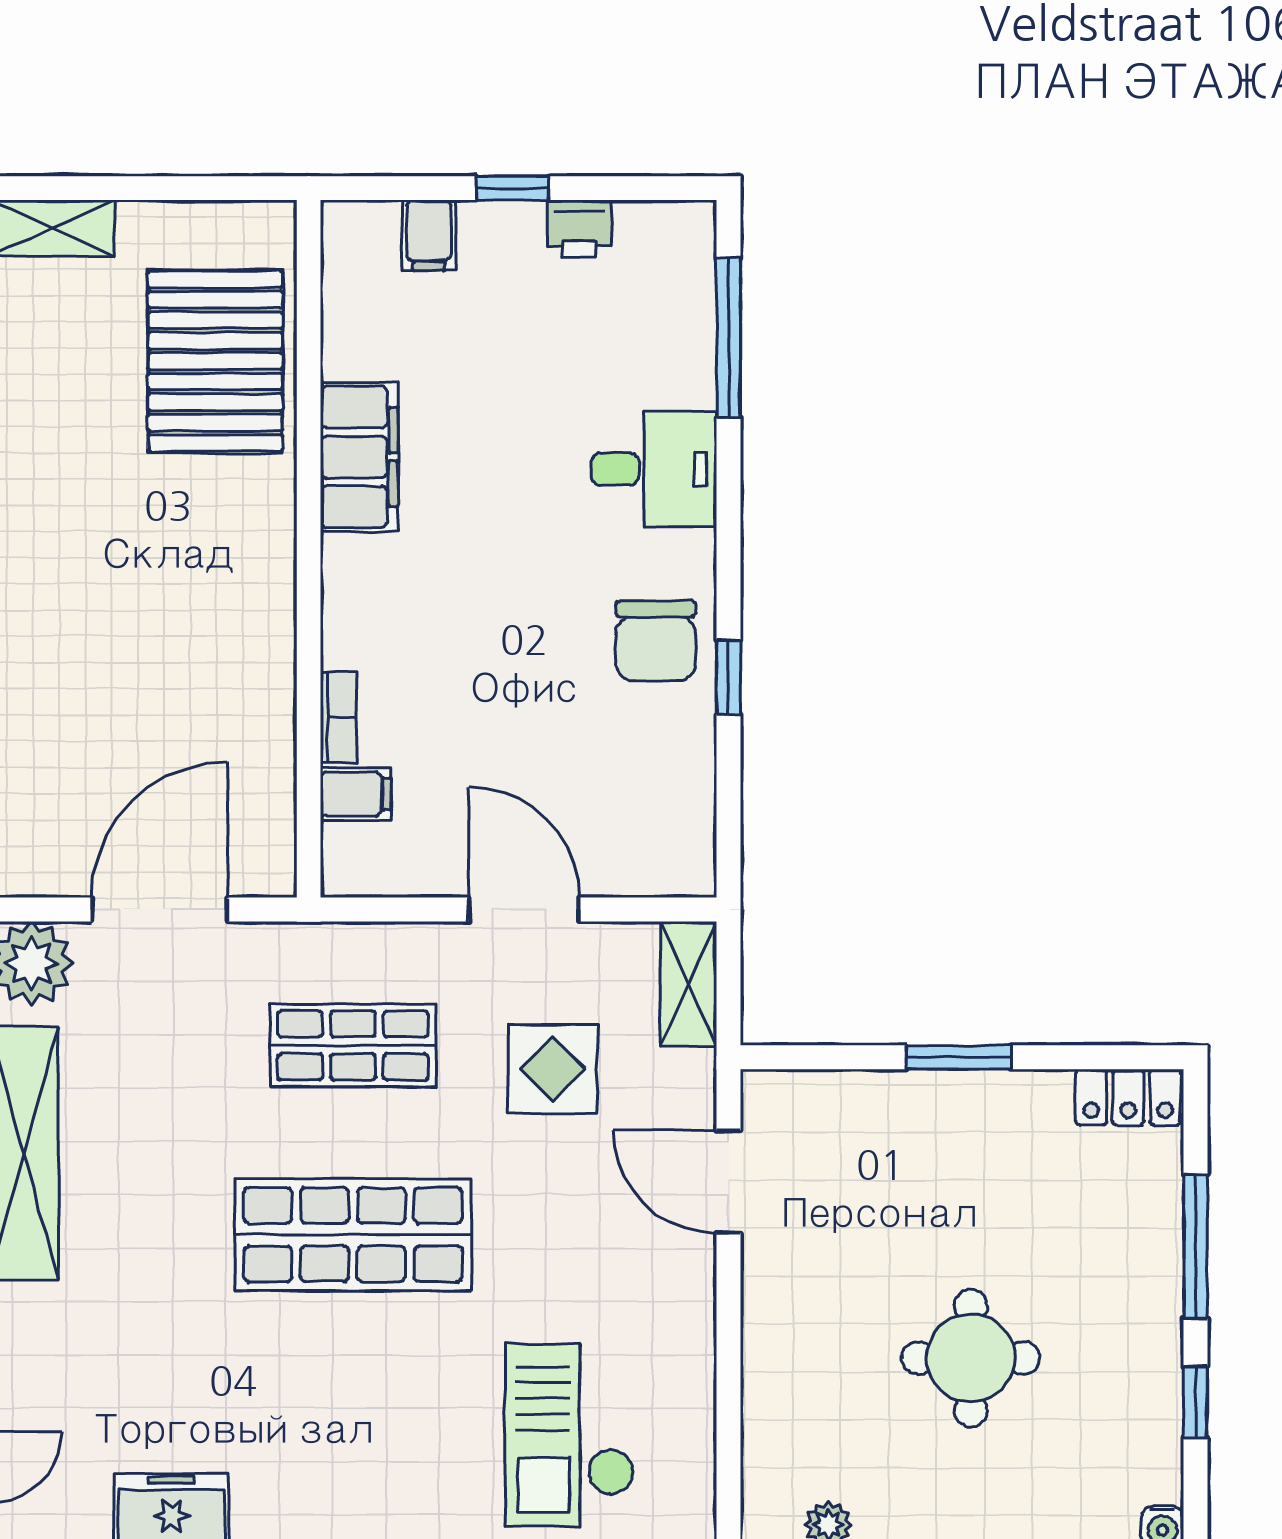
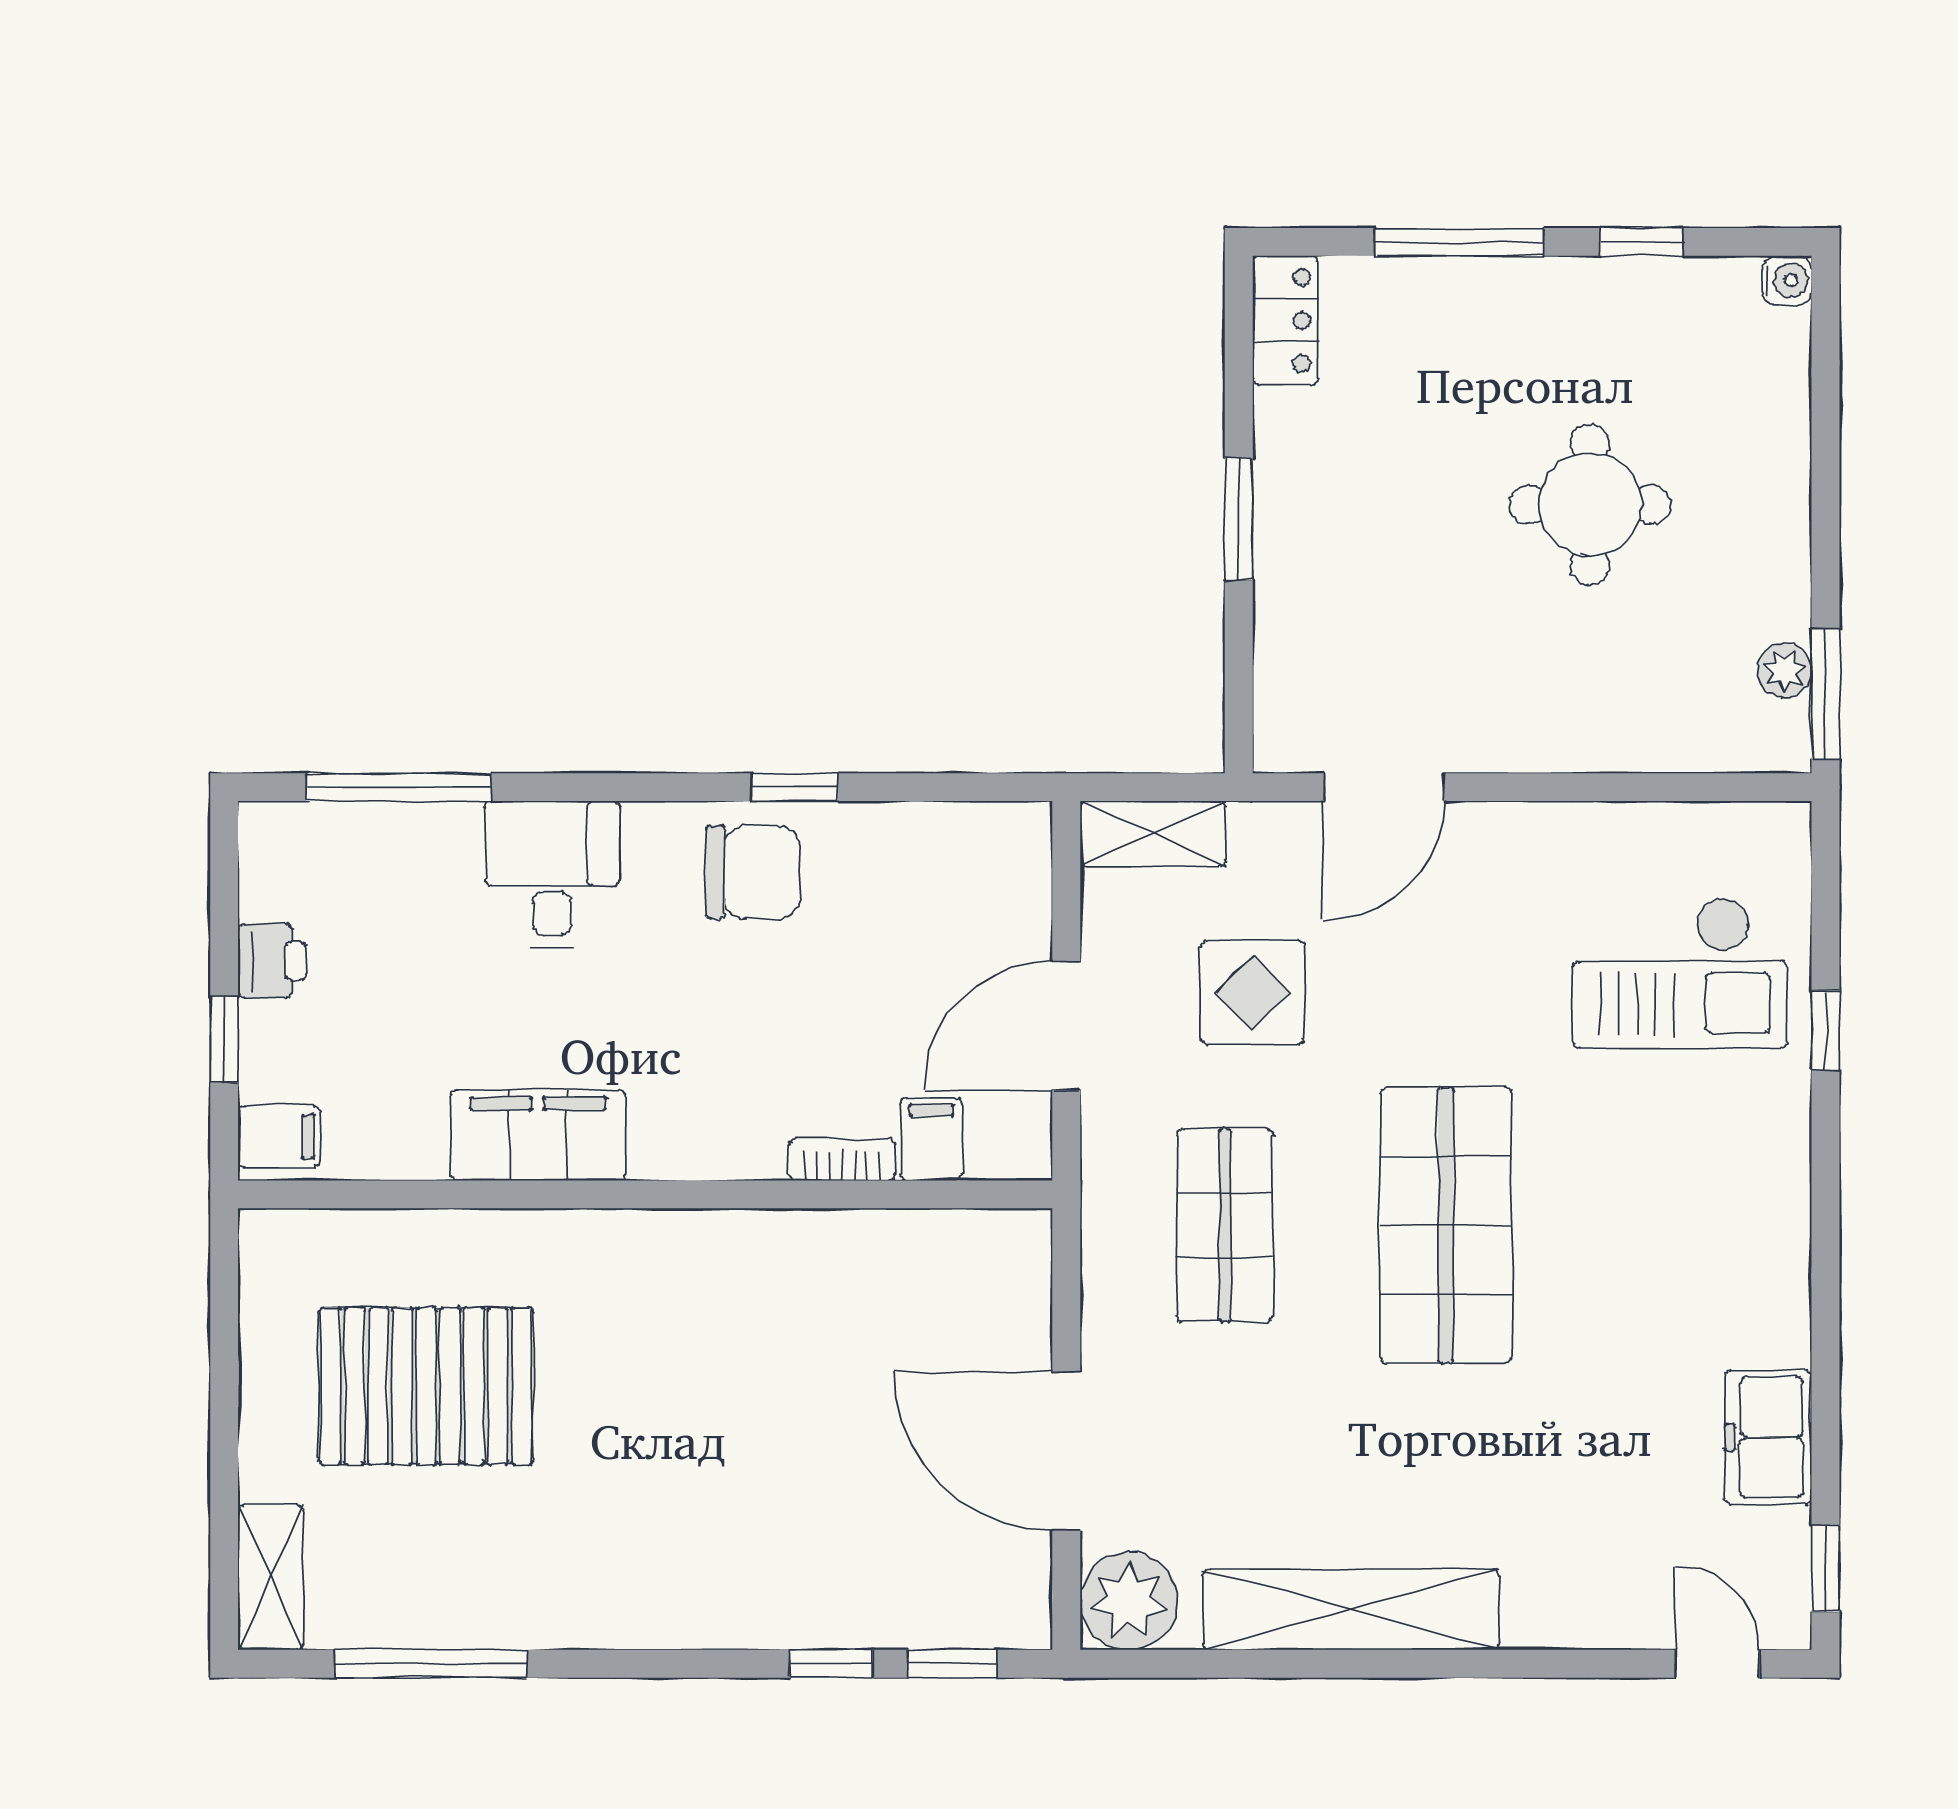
filing cabinet: (359, 457) -> (538, 1135), moved
wall: (309, 549) -> (645, 1194), moved
bookcase: (339, 717) -> (842, 1159), moved
filing cabinet: (356, 794) -> (931, 1139), moved

